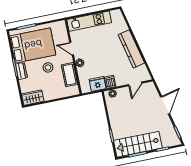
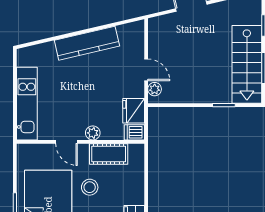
door: (72, 49) -> (66, 142), hinge flipped
dishwasher: (110, 82) -> (134, 132), moved
door: (135, 84) -> (146, 70), moved

